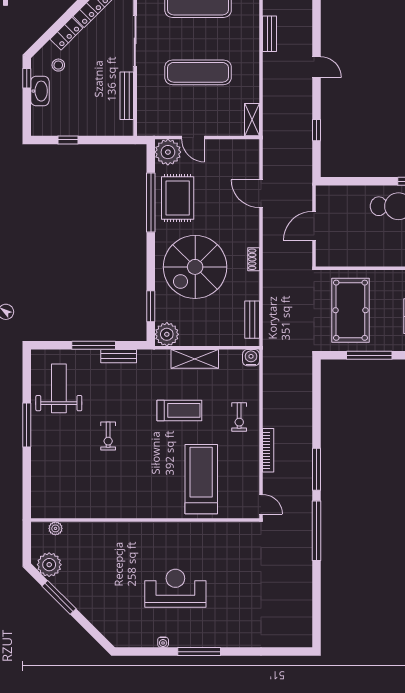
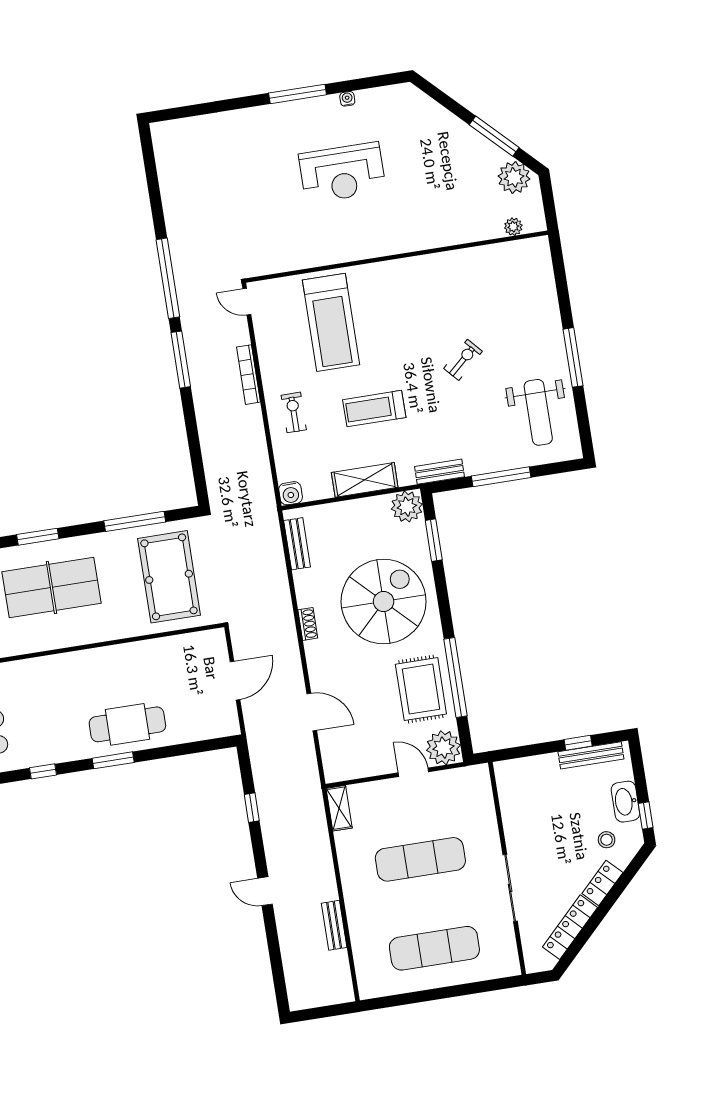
bench: (127, 96) -> (591, 755), moved, turned 90
bench: (119, 356) -> (440, 472), moved
exercise bike: (108, 436) -> (463, 360), turned 48

